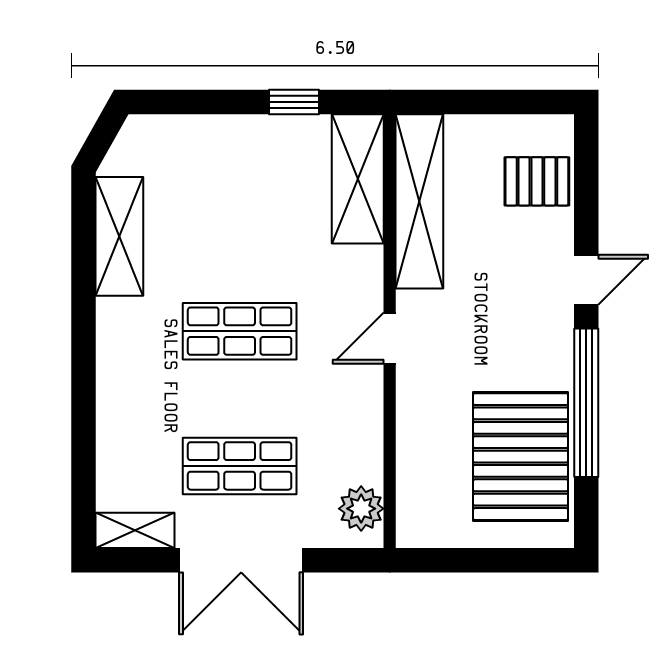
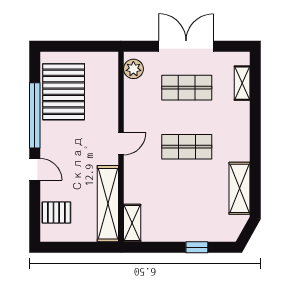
window: (294, 102) -> (197, 247), moved
shelving: (358, 179) -> (132, 223), width x0.67, depth x0.75
door: (586, 280) -> (35, 169), swing flipped
shelving: (135, 530) -> (242, 83), moved, turned 90

